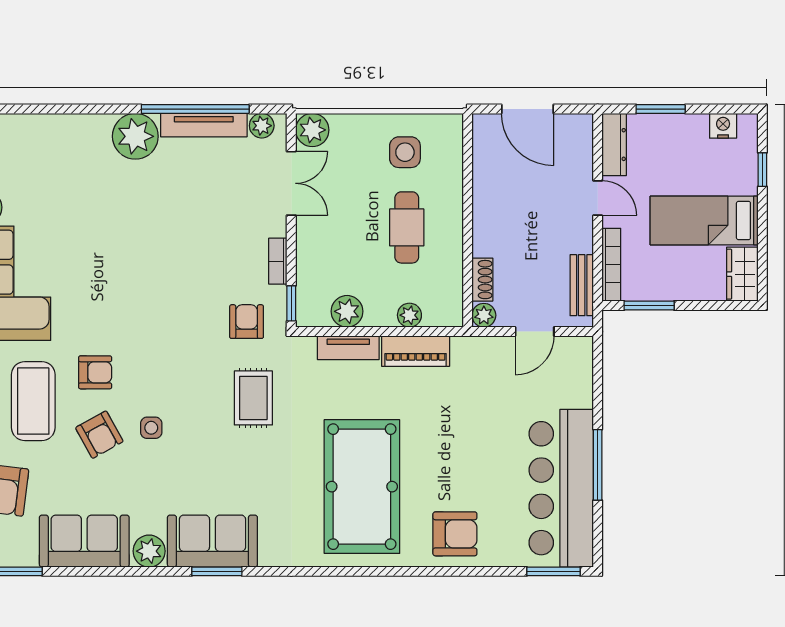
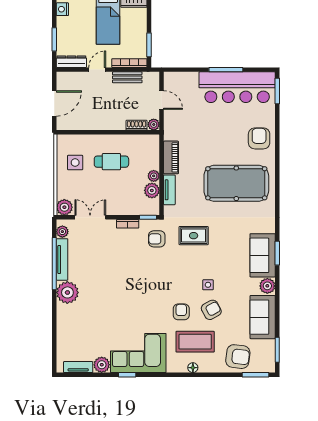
bench: (582, 285) -> (127, 77), moved
plant: (409, 315) -> (154, 176), moved

